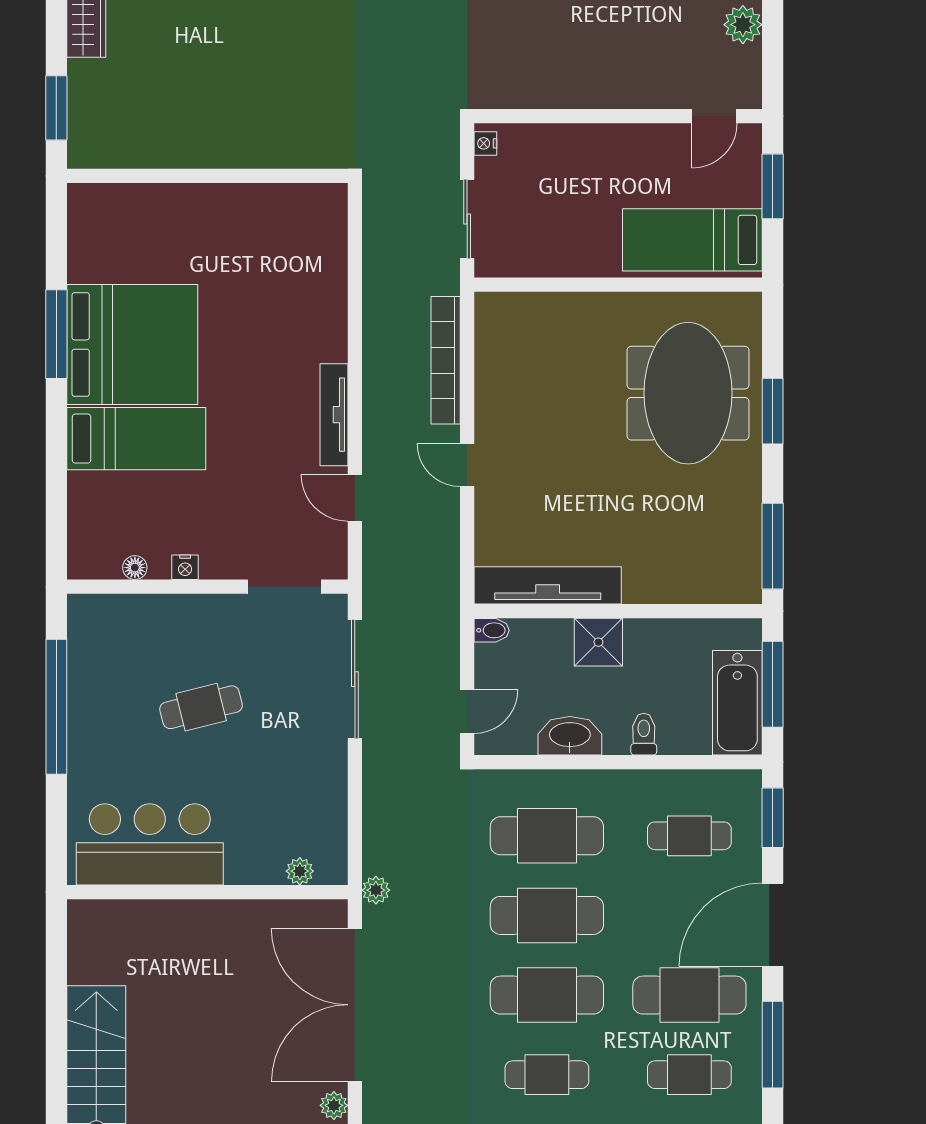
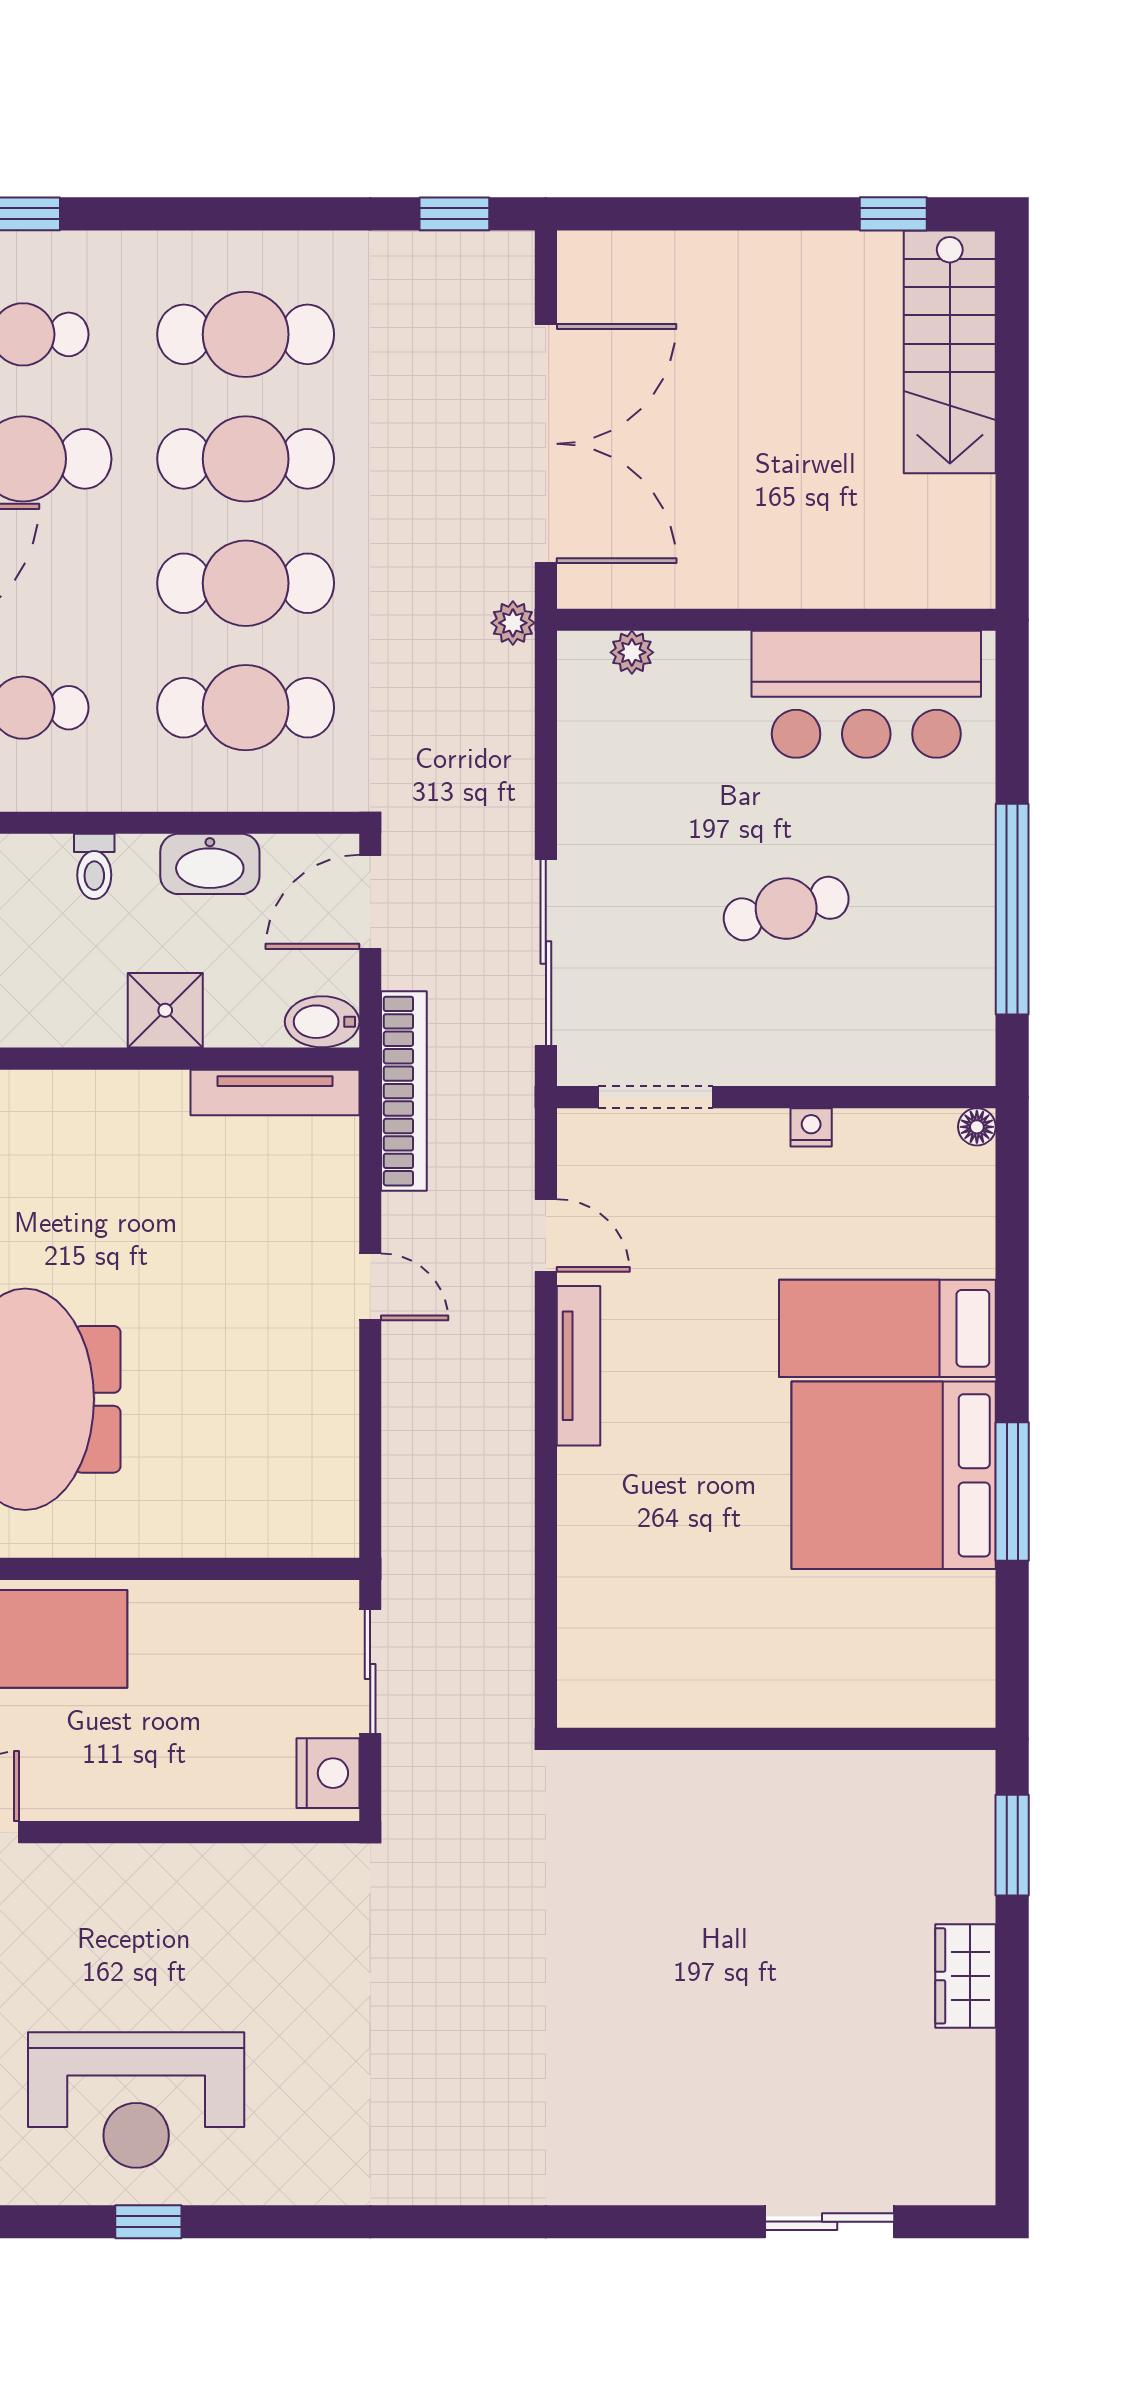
nightstand: (485, 143) -> (328, 1773), width x1.89, depth x1.79
bookcase: (446, 360) -> (404, 1091), moved
floor lamp: (135, 568) -> (977, 1127), moved
tv unit: (548, 585) -> (275, 1092), width x0.73, depth x0.78
bidet: (492, 630) -> (322, 1022), width x1.38, depth x1.36
door: (467, 712) -> (370, 902), width x1.38
cafe table: (547, 1075) -> (246, 334), width x1.37, depth x1.35
plant: (334, 1105) -> (579, 286), removed

